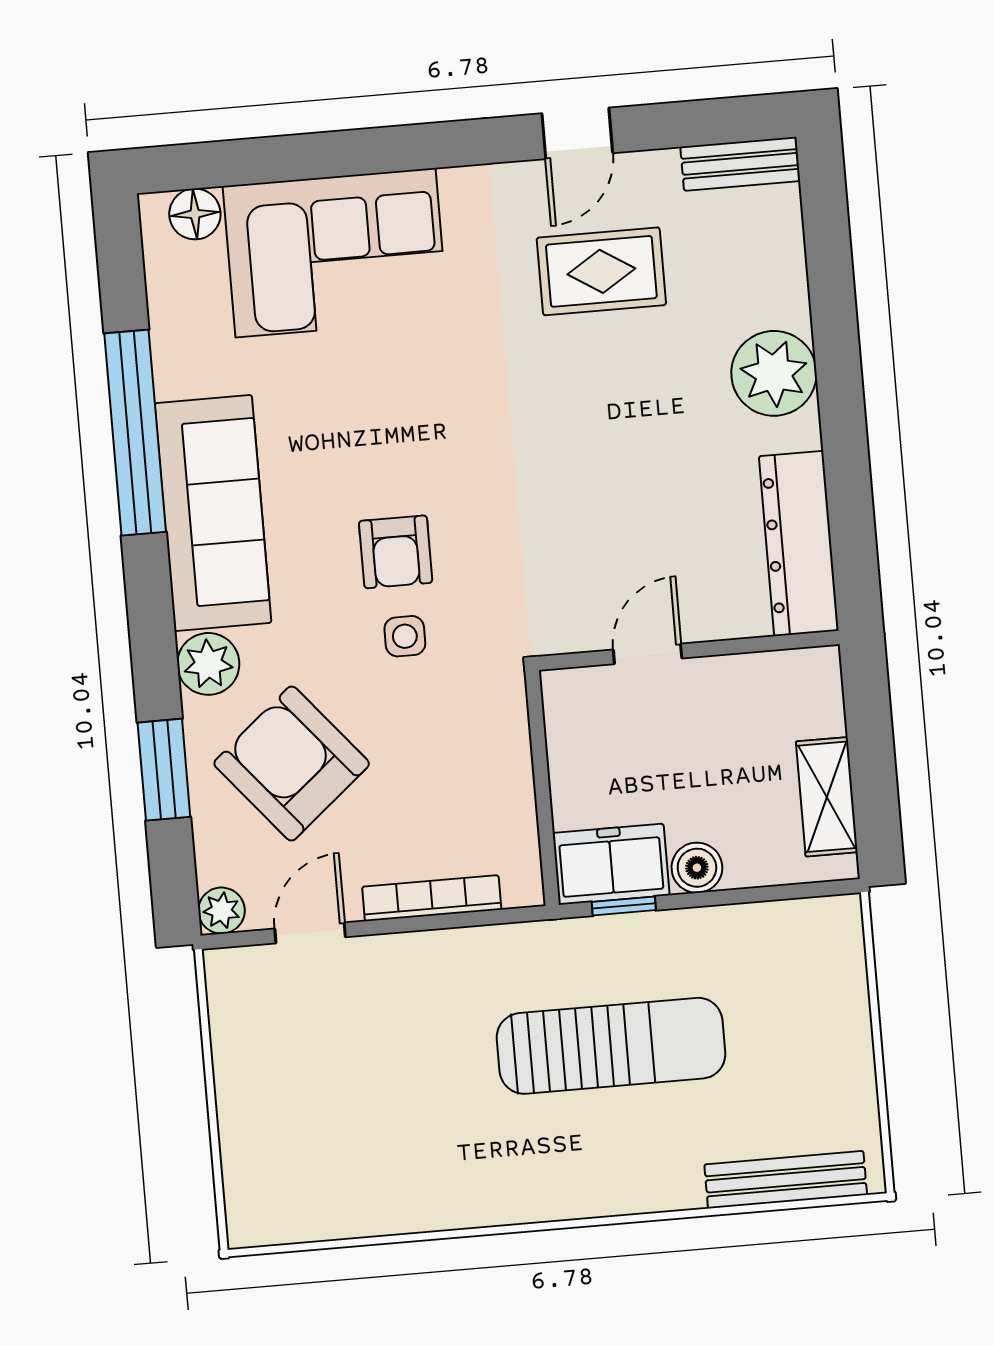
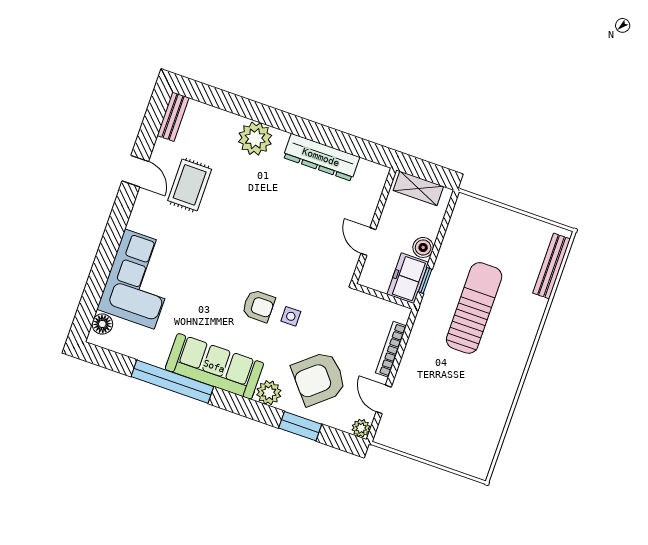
wall: (689, 650) -> (374, 226), moved
door: (648, 654) -> (368, 241), moved

